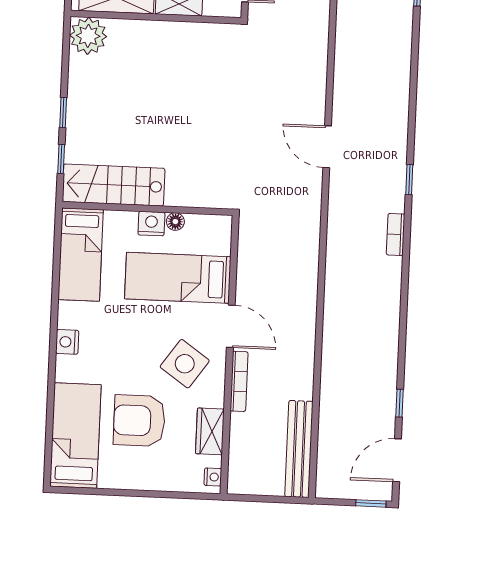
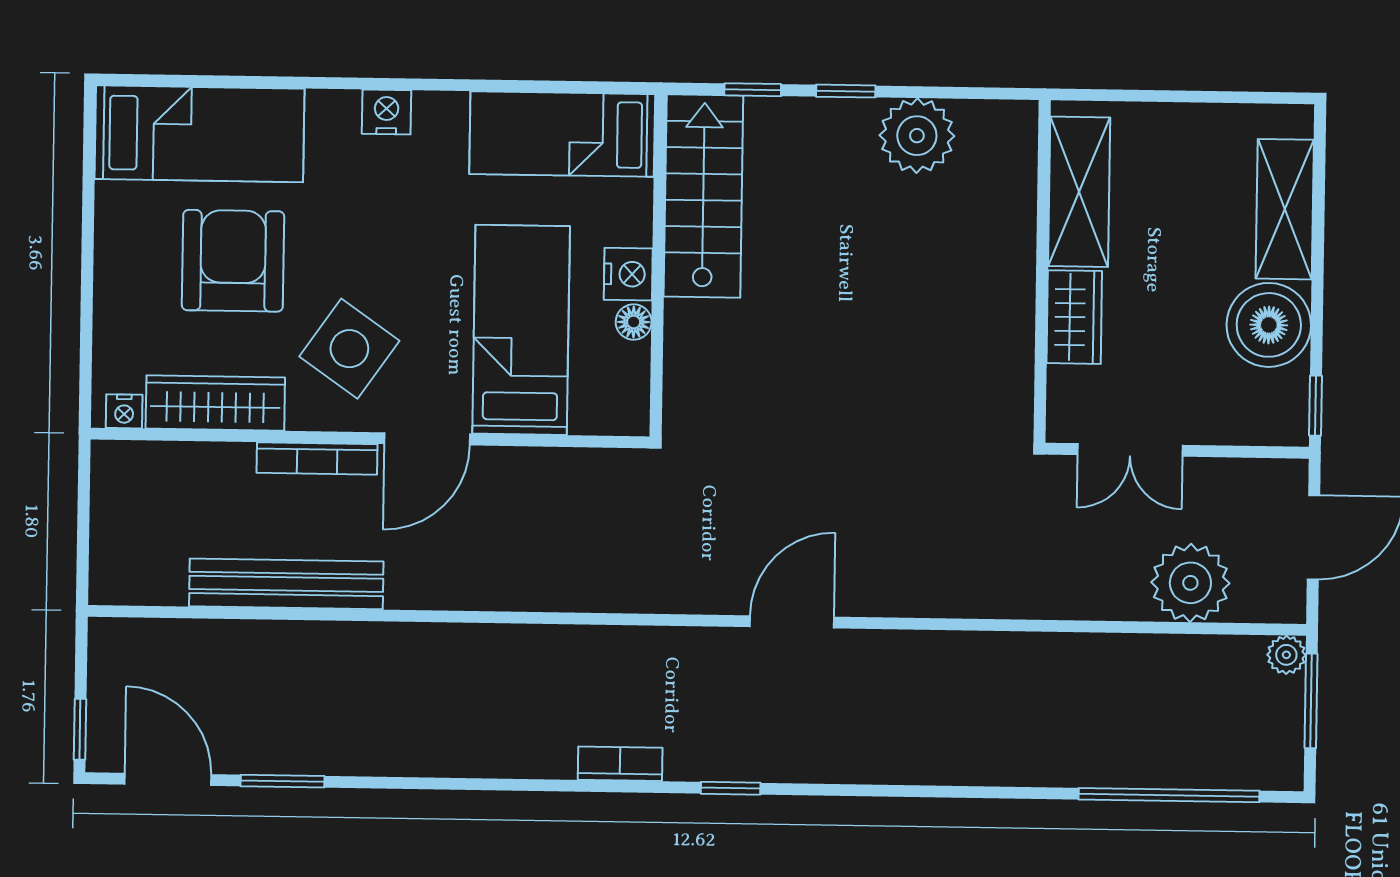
plant: (88, 36) -> (917, 136), moved
window: (400, 403) -> (282, 781), width x1.50
wardrobe: (210, 431) -> (215, 403), width x1.50
bench: (299, 449) -> (286, 584), moved

